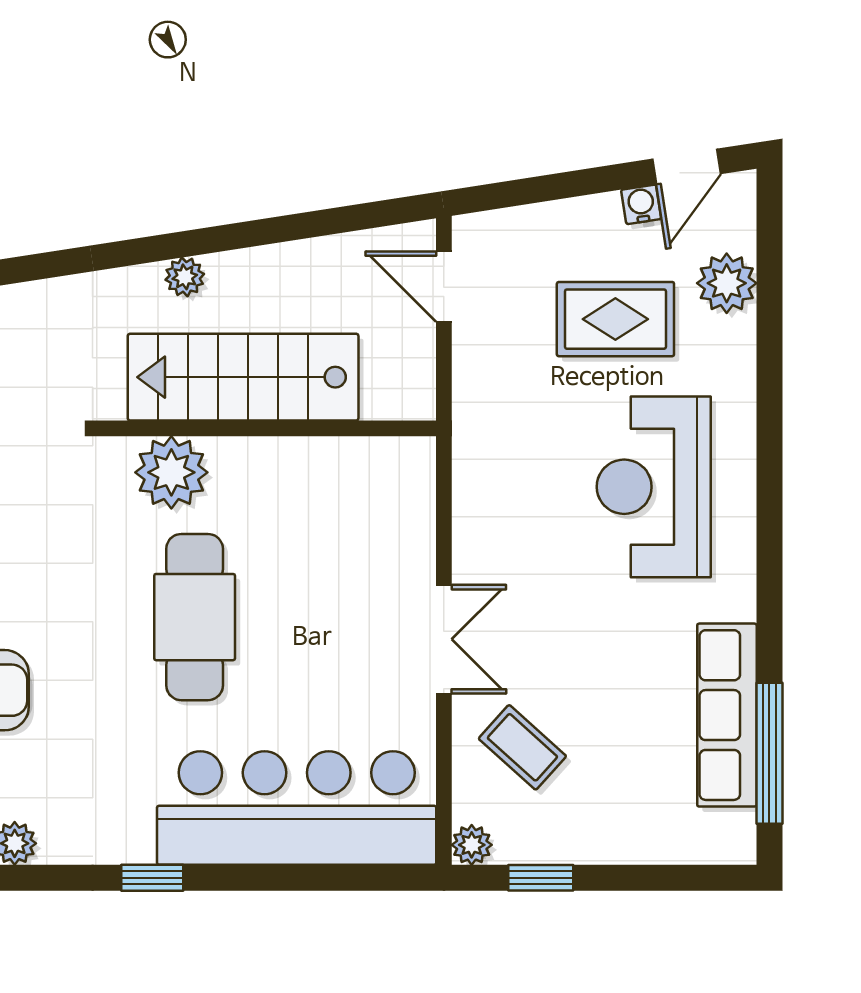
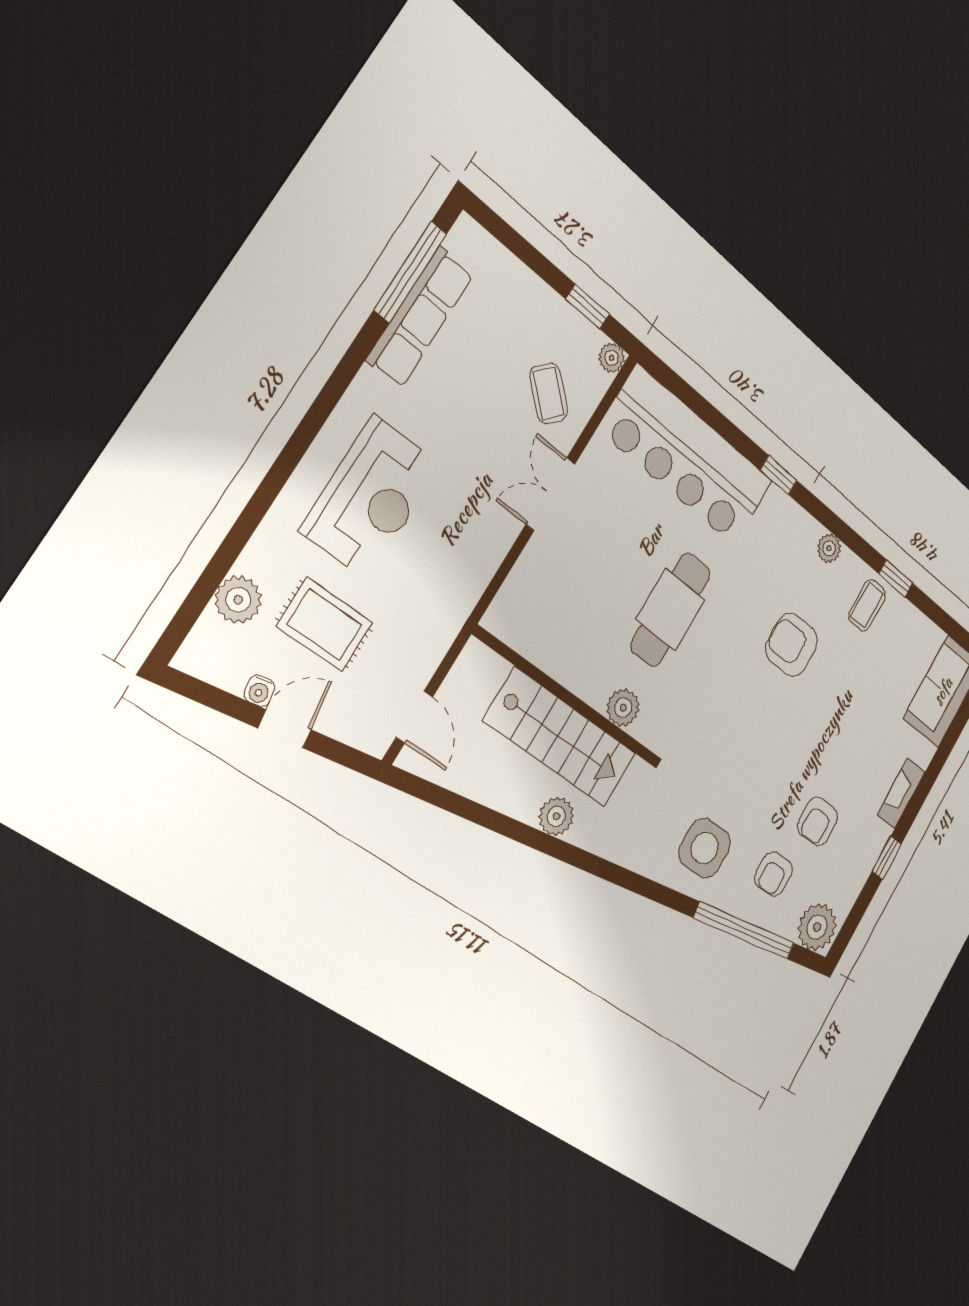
door: (686, 166) -> (285, 729), moved
plant: (185, 277) -> (556, 816), width x1.38, depth x1.38
plant: (171, 472) -> (623, 708), width x0.73, depth x0.73

